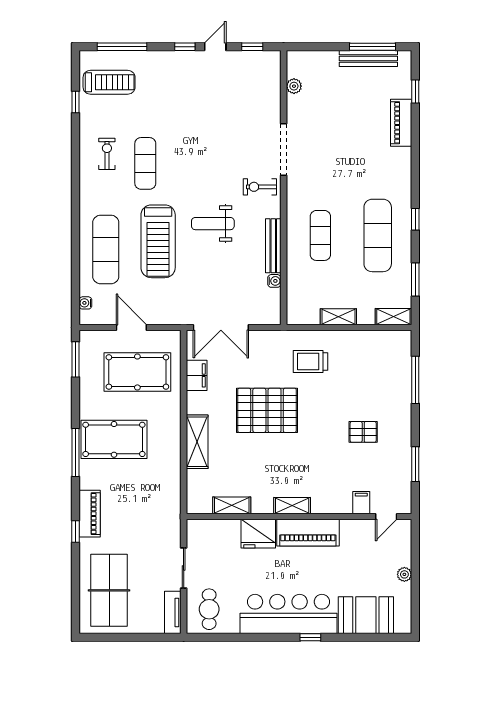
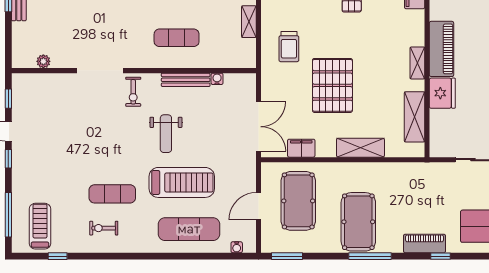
shelving: (232, 505) -> (414, 117), width x1.50, depth x1.33

